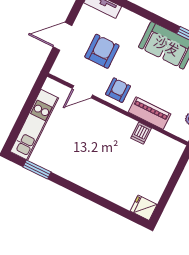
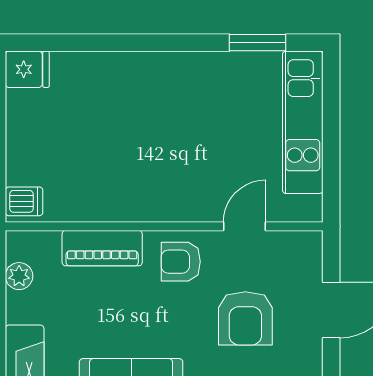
armchair: (118, 90) -> (181, 262), turned 90
dishwasher: (141, 133) -> (24, 201), moved, turned 90

